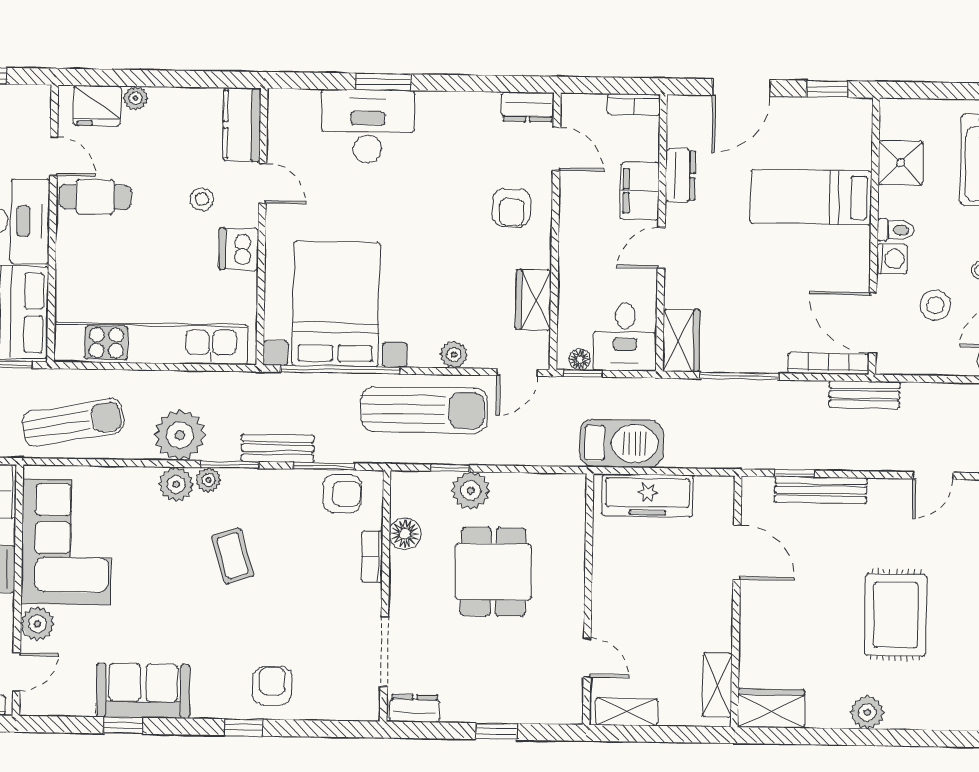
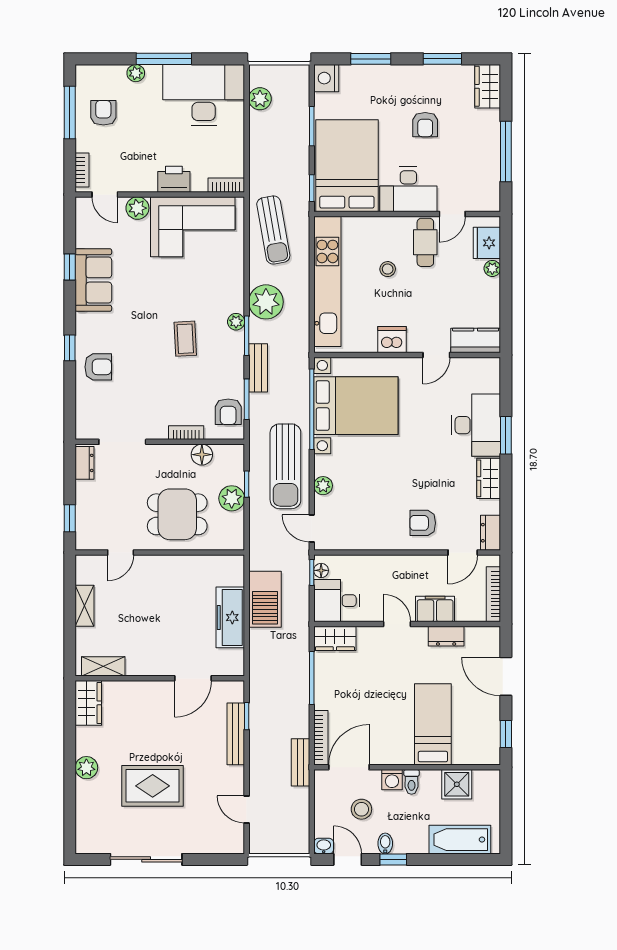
bookcase: (634, 104) -> (493, 594), width x1.56
stool: (202, 199) -> (388, 269), moved
wardrobe: (533, 300) -> (489, 478), moved, turned -90
plant: (176, 484) -> (233, 300), removed
coffee table: (233, 556) -> (185, 339), turned -76
wall: (588, 599) -> (160, 552), moved
door: (587, 657) -> (121, 552), moved

